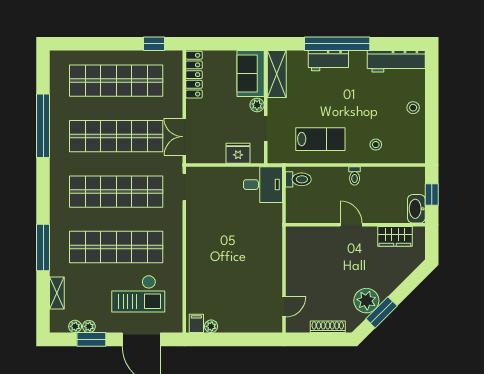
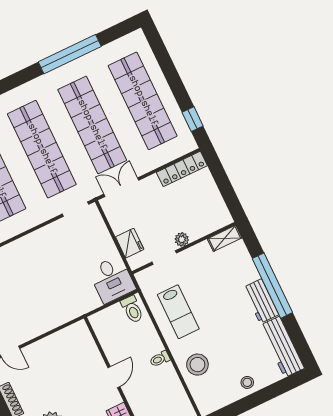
workbench: (328, 61) -> (261, 301), moved
sofa: (251, 74) -> (208, 220), removed
shelving: (277, 74) -> (225, 238), width x0.67, depth x0.75
stool: (376, 145) -> (197, 365), width x1.89, depth x1.89

